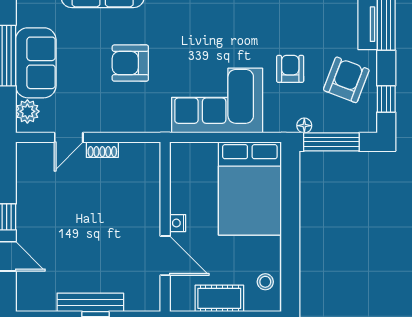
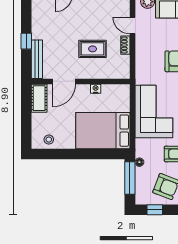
rug: (109, 206) -> (93, 49), added
nightstand: (178, 223) -> (96, 89), moved
cot: (219, 298) -> (39, 98), moved
bench: (90, 302) -> (37, 59), moved

